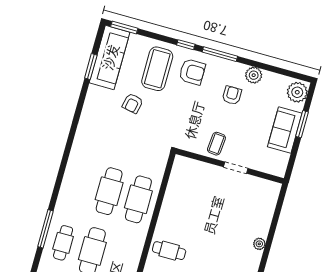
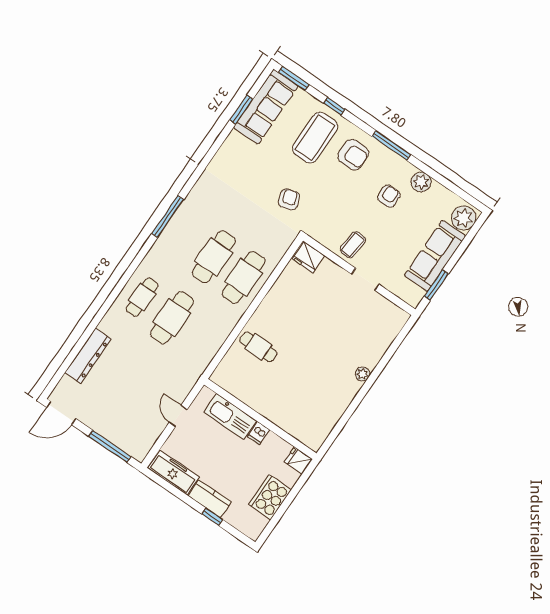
window: (186, 45) -> (334, 106), moved
armchair: (133, 103) -> (289, 199), moved, turned 152
window: (302, 124) -> (436, 285), moved
sofa: (285, 130) -> (435, 256), width x1.36
fridge: (185, 166) -> (308, 257), added
window: (46, 229) -> (168, 216), moved

